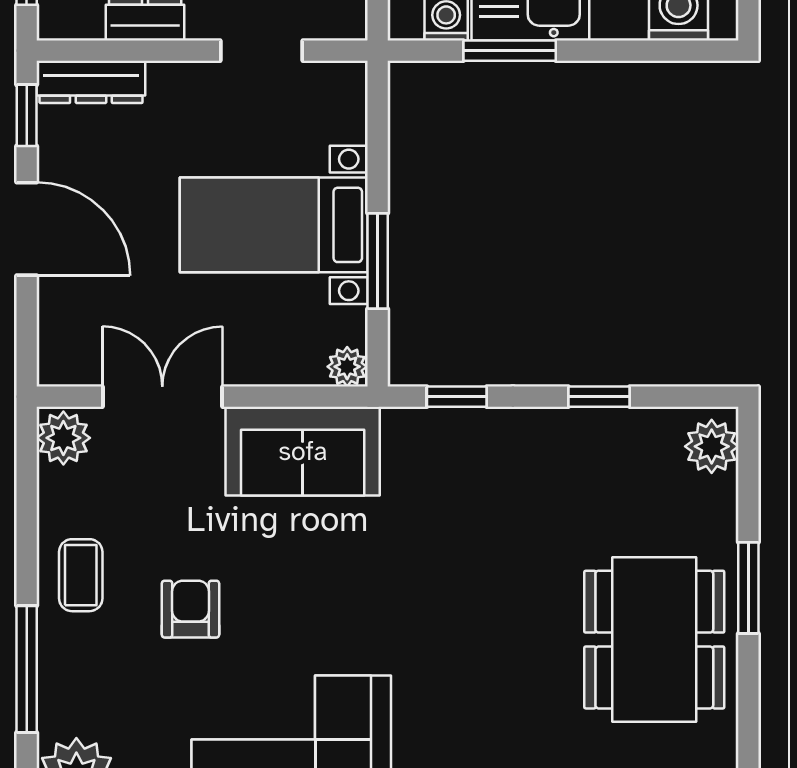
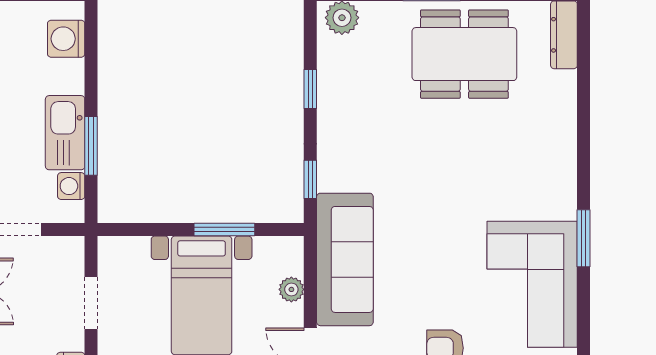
plant: (347, 367) -> (291, 289), moved
sofa: (303, 451) -> (345, 259), width x1.36

